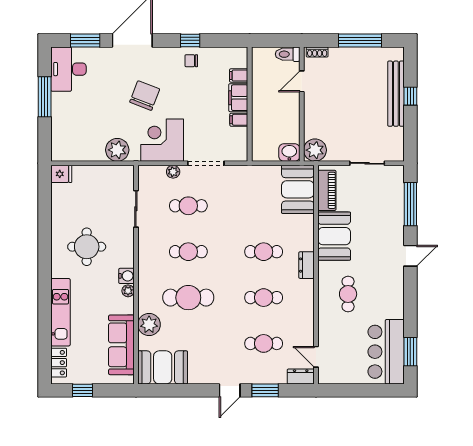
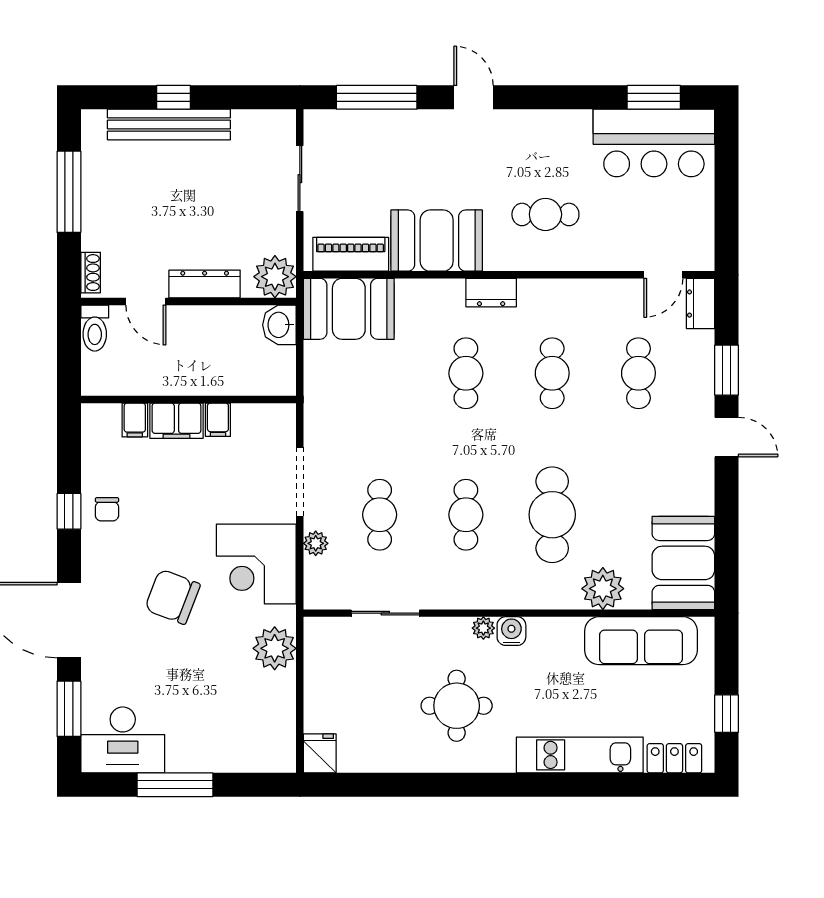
dresser: (311, 113) -> (205, 284), added
plant: (128, 291) -> (483, 628), moved

